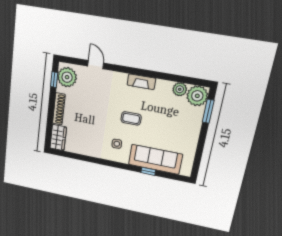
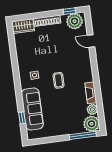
door: (96, 65) -> (91, 41), swing flipped
fireplace: (141, 82) -> (91, 93), moved
window: (208, 111) -> (83, 135), width x1.44
window: (148, 171) -> (22, 118), moved

